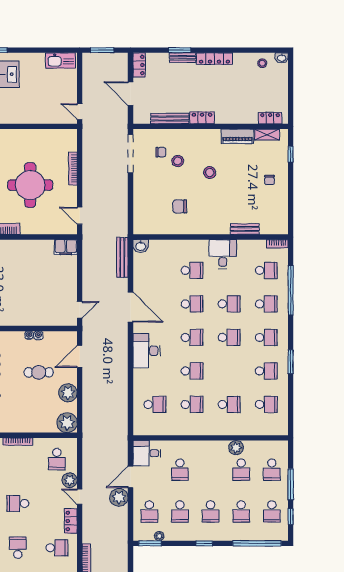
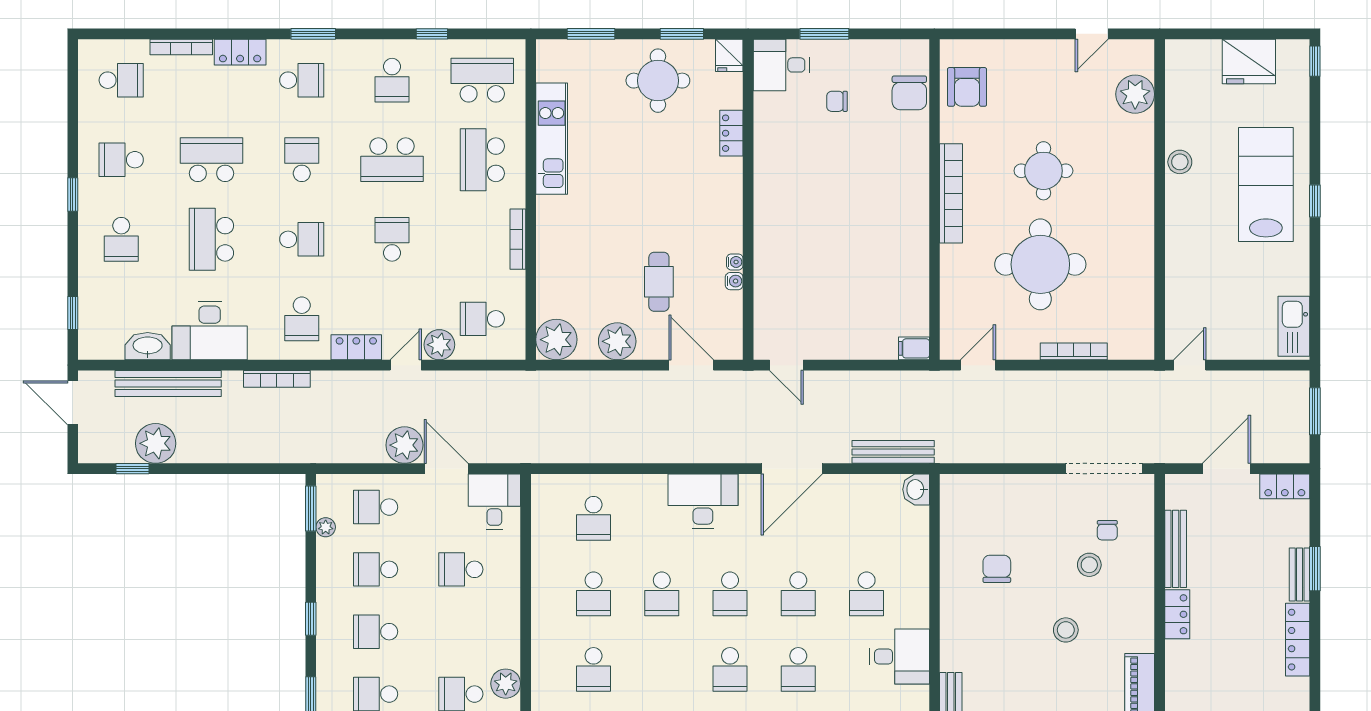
filing cabinet: (66, 247) -> (914, 348), width x0.50

